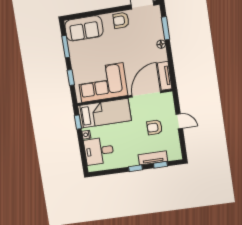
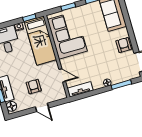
door: (146, 94) -> (62, 75), width x0.53
door: (179, 121) -> (42, 107), hinge flipped
floor lamp: (173, 155) -> (11, 106), added

